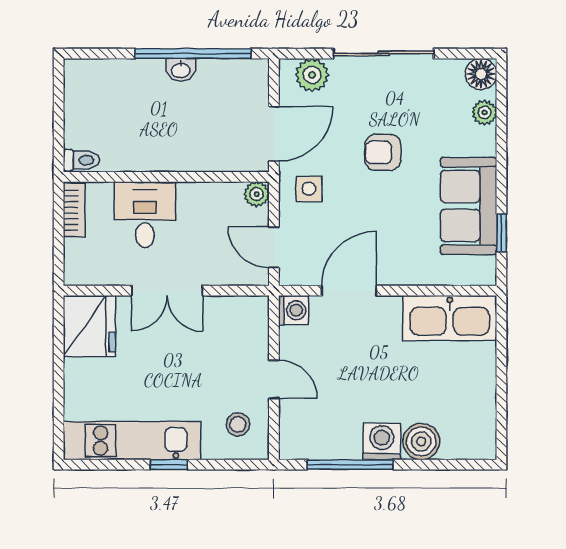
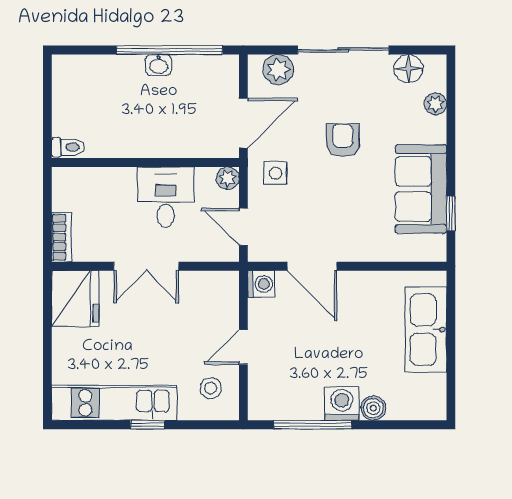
floor lamp: (481, 74) -> (408, 69), moved
armchair: (383, 152) -> (343, 140), turned 90
bookcase: (74, 210) -> (62, 237), moved
desk: (145, 215) -> (166, 197), moved
door: (349, 291) -> (312, 266), swing flipped
kitchen sink: (450, 318) -> (426, 330), moved, turned 90
door: (274, 379) -> (243, 347), swing flipped
boiler: (421, 442) -> (373, 408), width x0.73, depth x0.73

